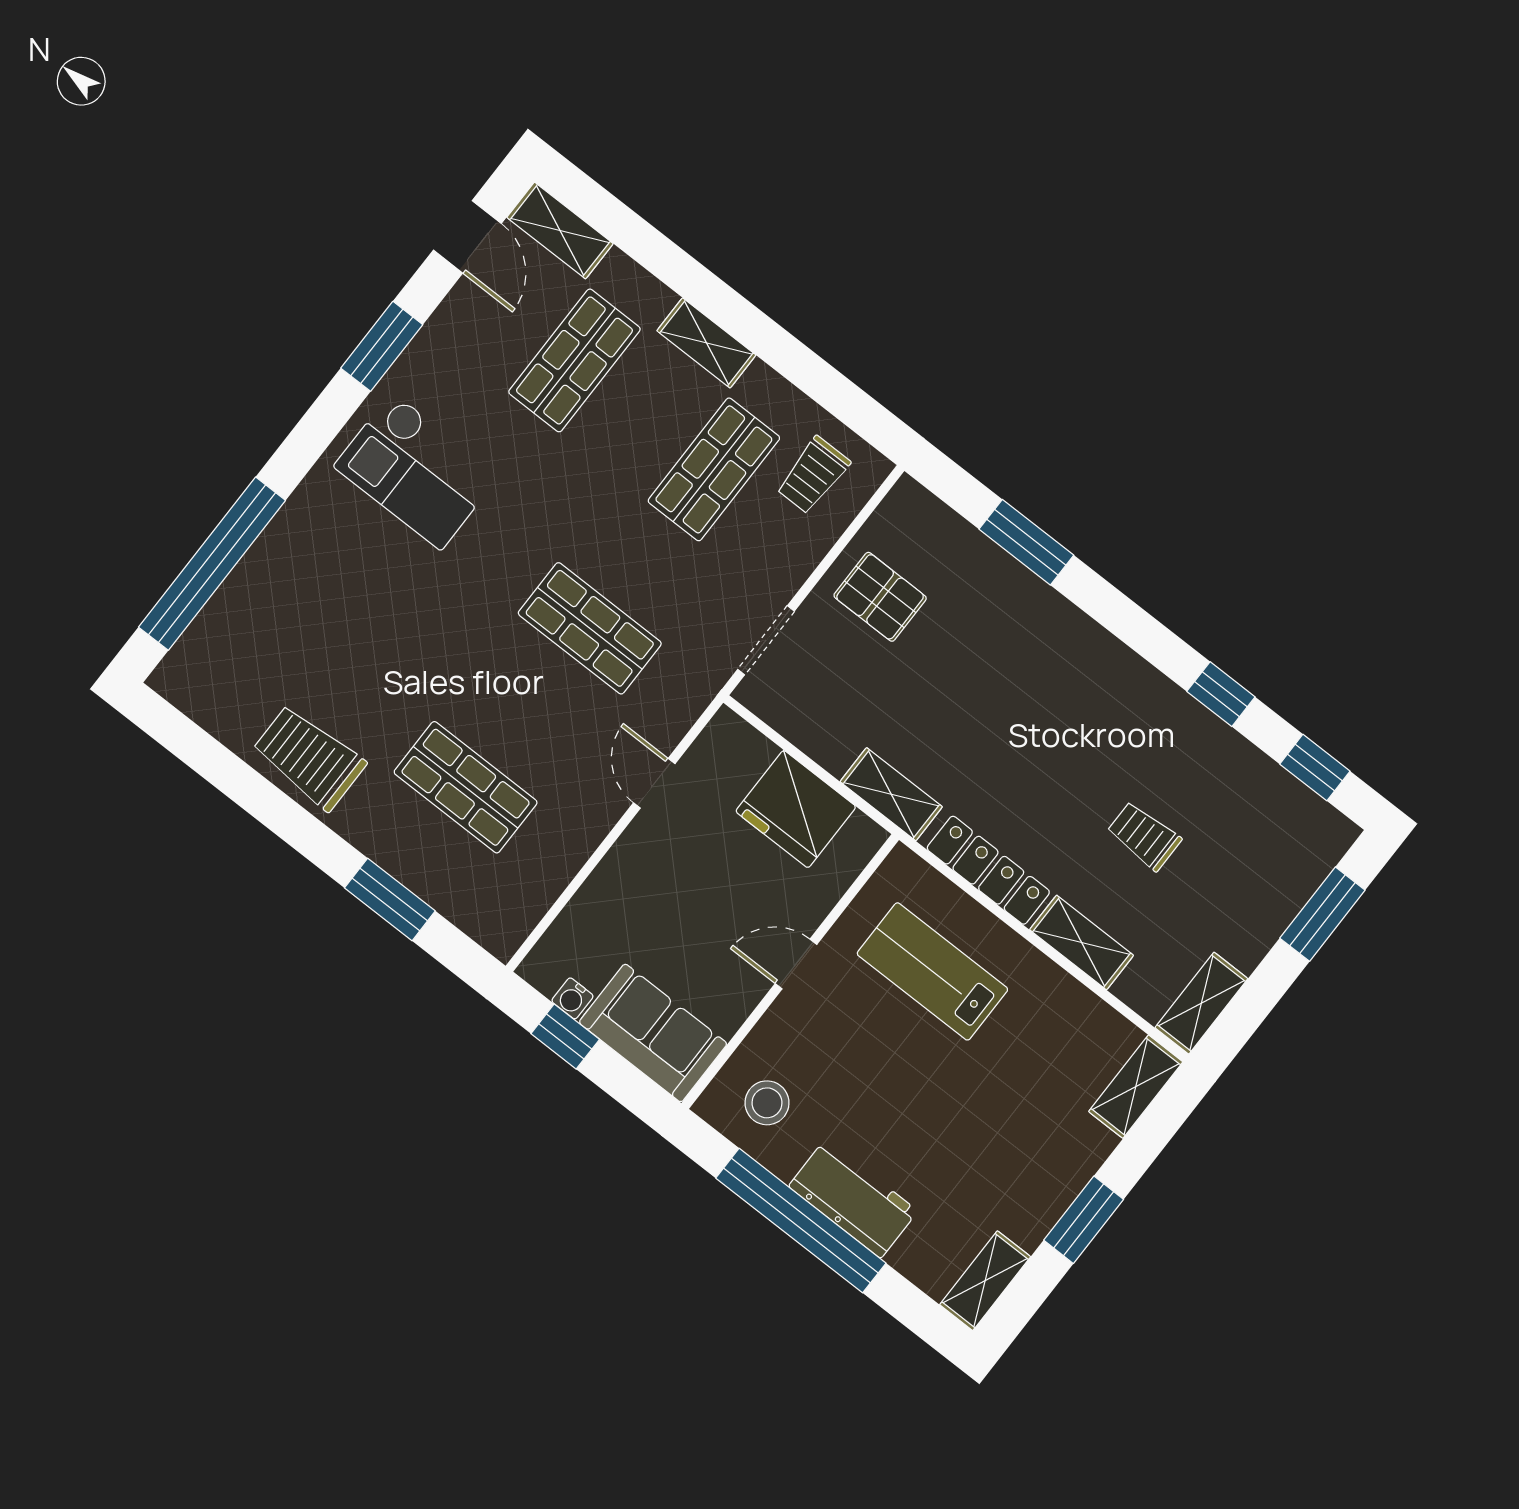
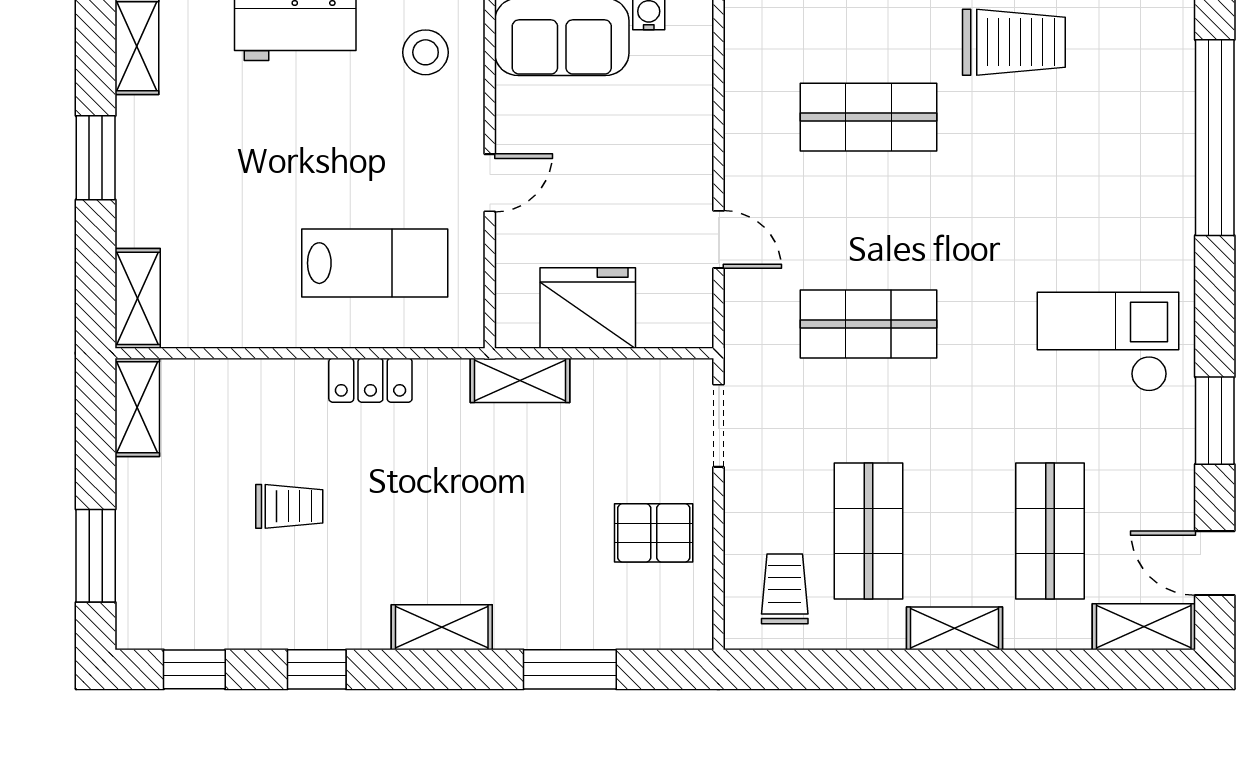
locker: (988, 870) -> (370, 380), width x0.66
shelving: (1082, 942) -> (442, 627), moved

